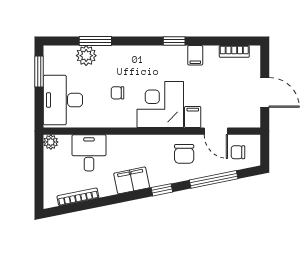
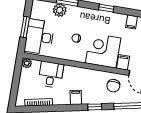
window: (174, 41) -> (106, 8), moved
window: (39, 72) -> (25, 27), moved
filing cabinet: (132, 180) -> (76, 97), width x0.50

